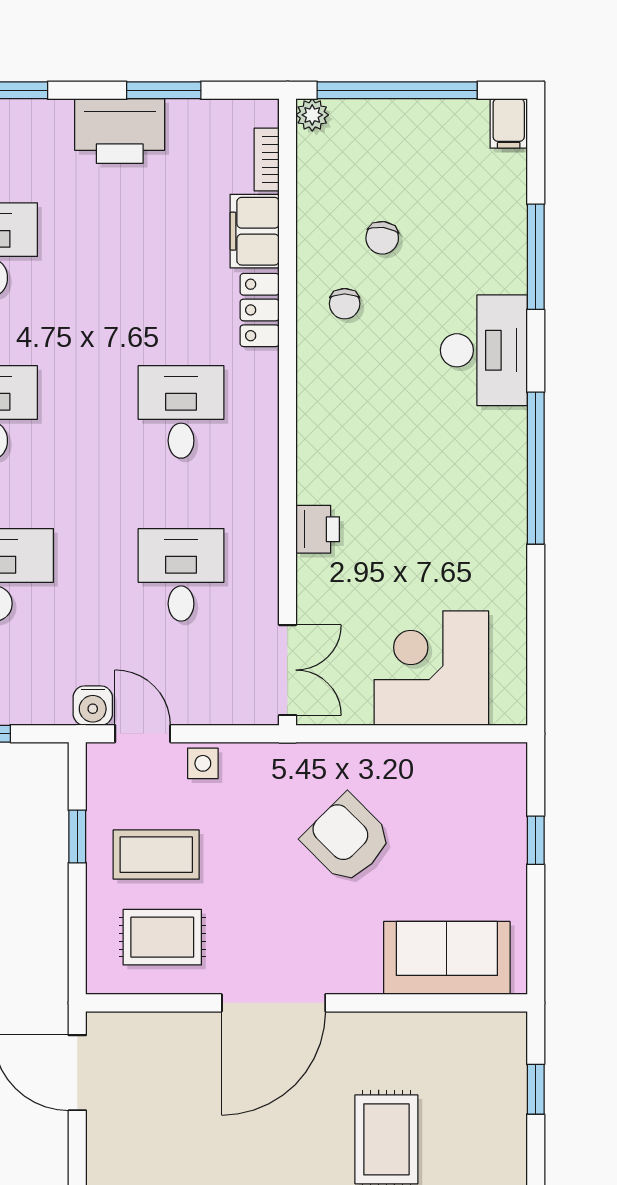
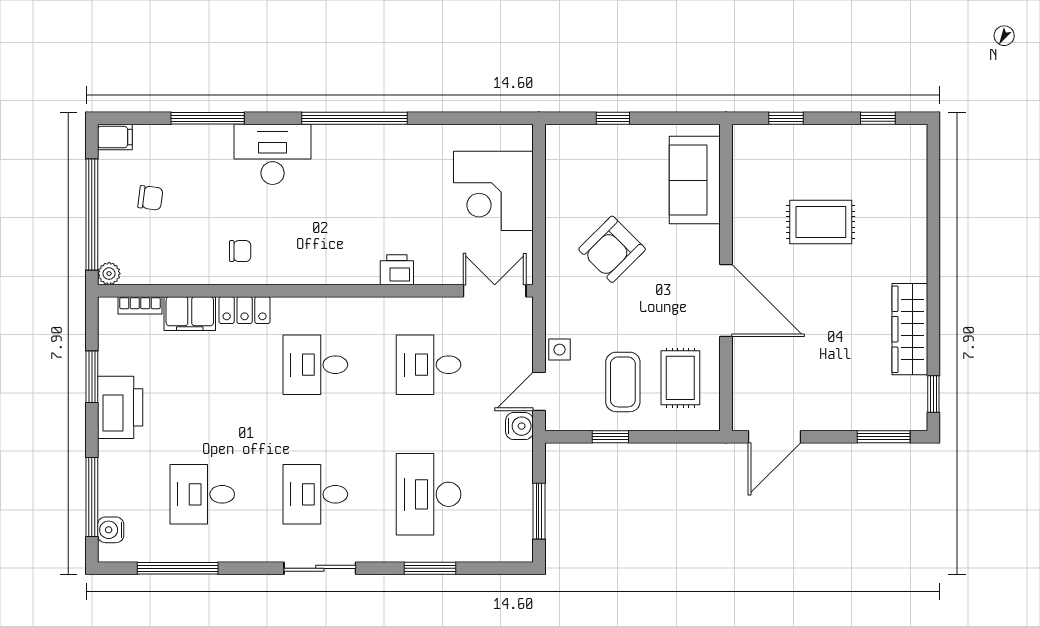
chair: (382, 238) -> (150, 198), moved

